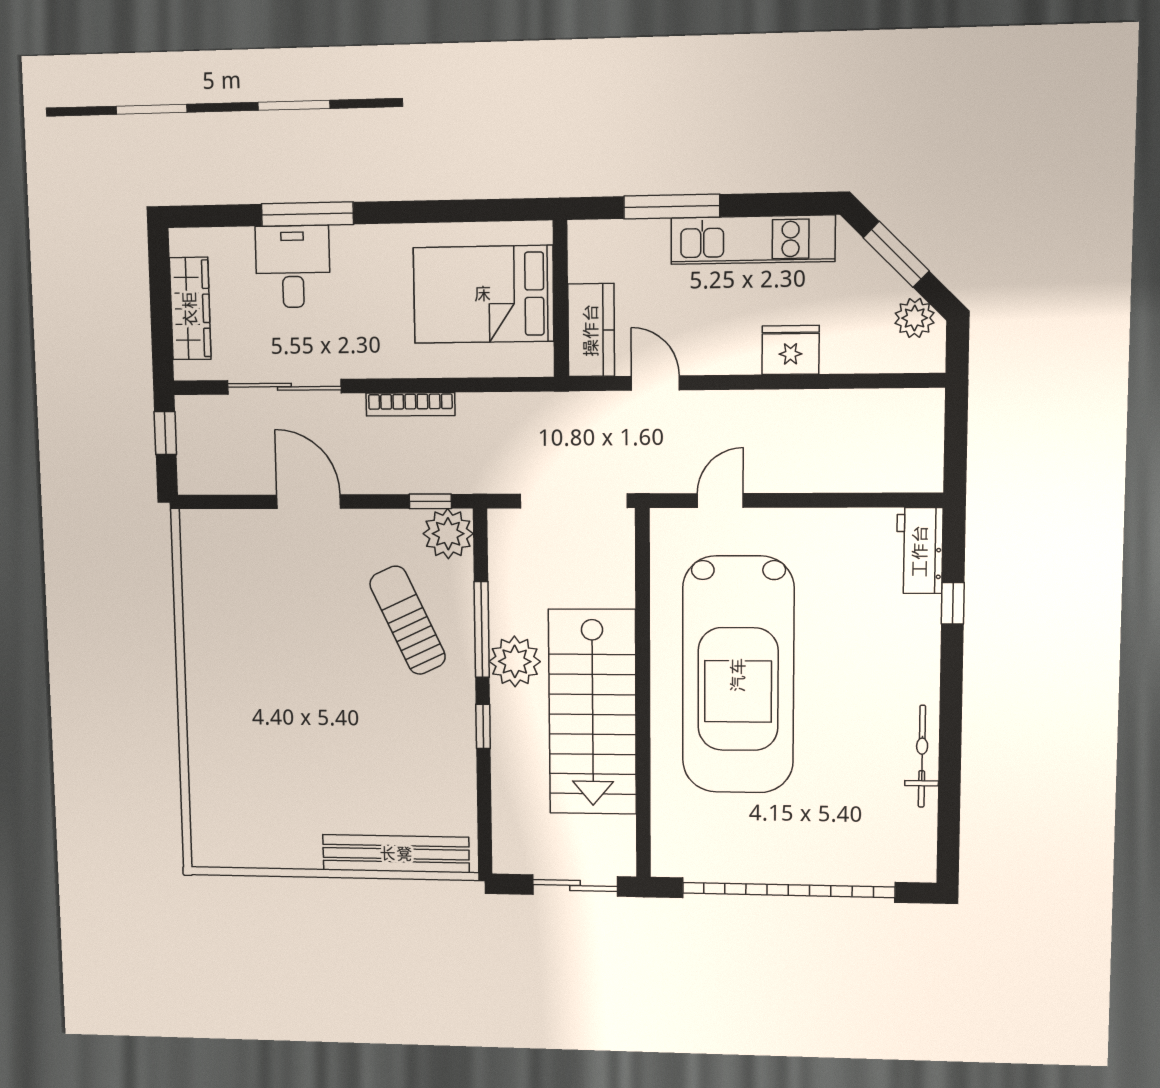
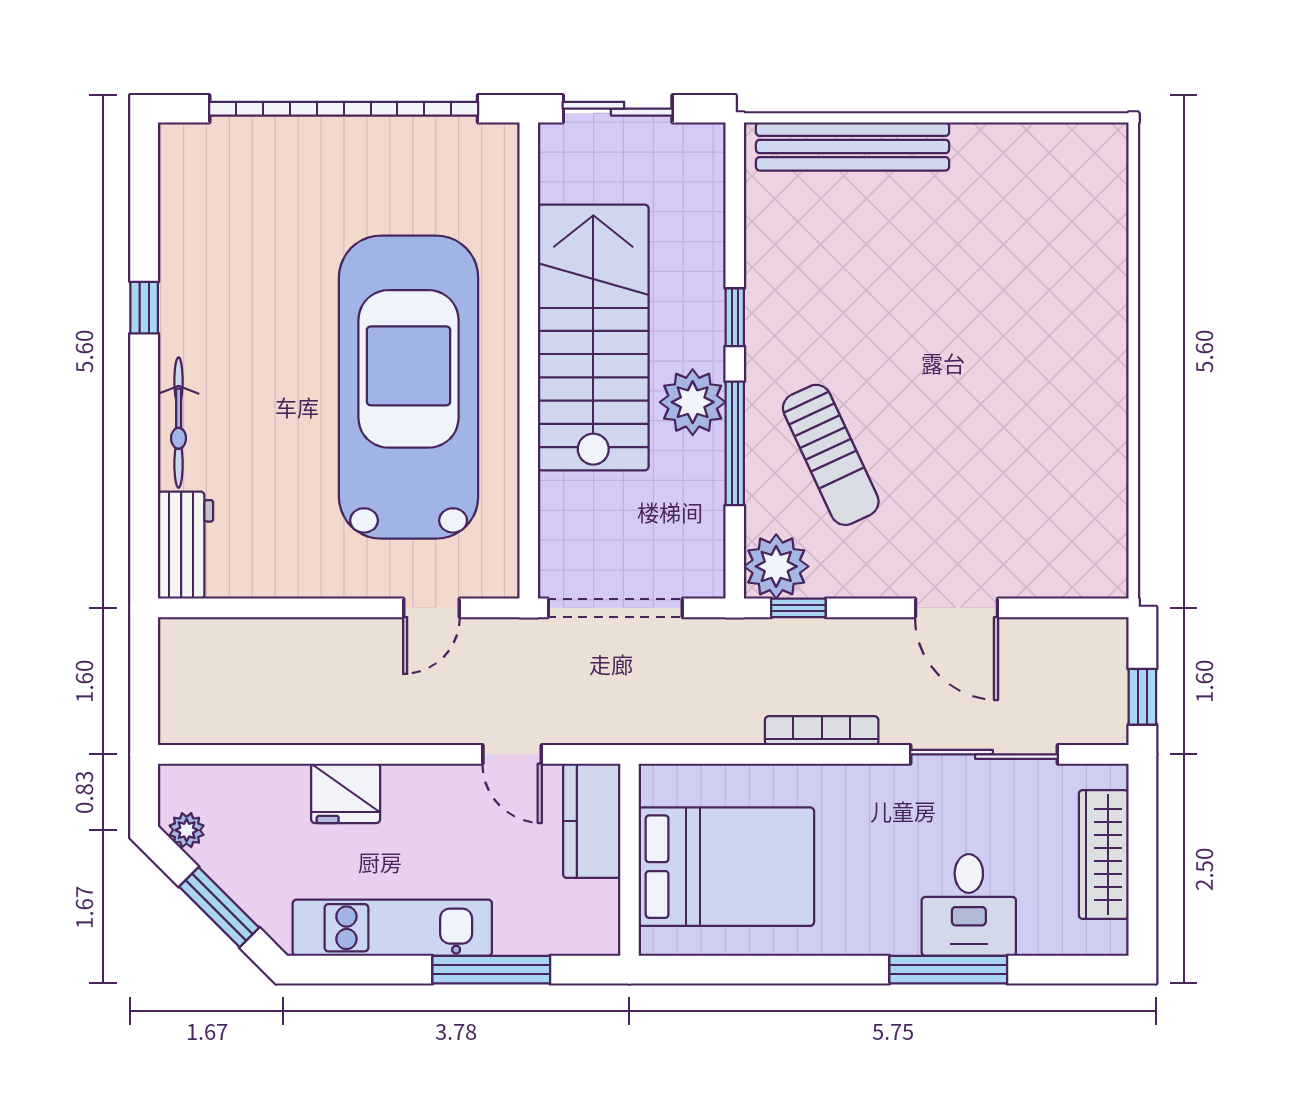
plant: (915, 318) -> (187, 830), width x0.73, depth x0.73
window: (953, 603) -> (144, 308), moved
bicycle: (922, 756) -> (179, 423), moved

